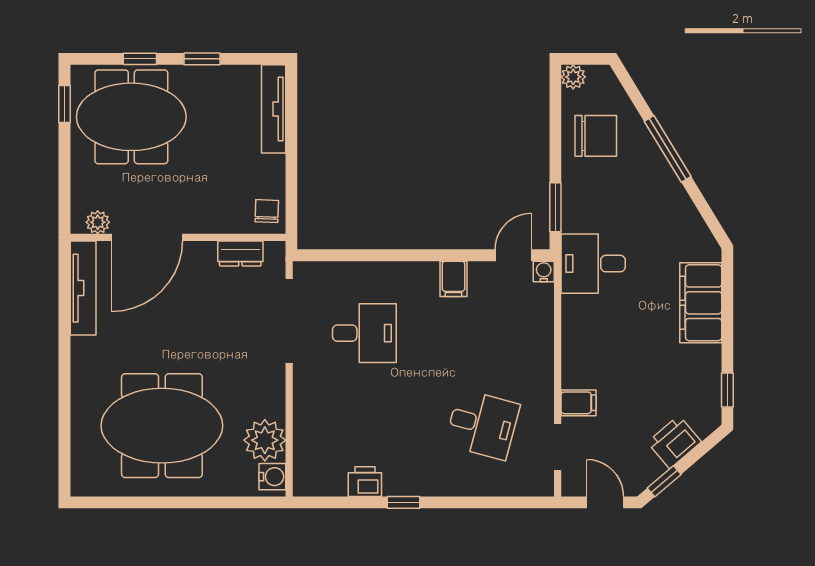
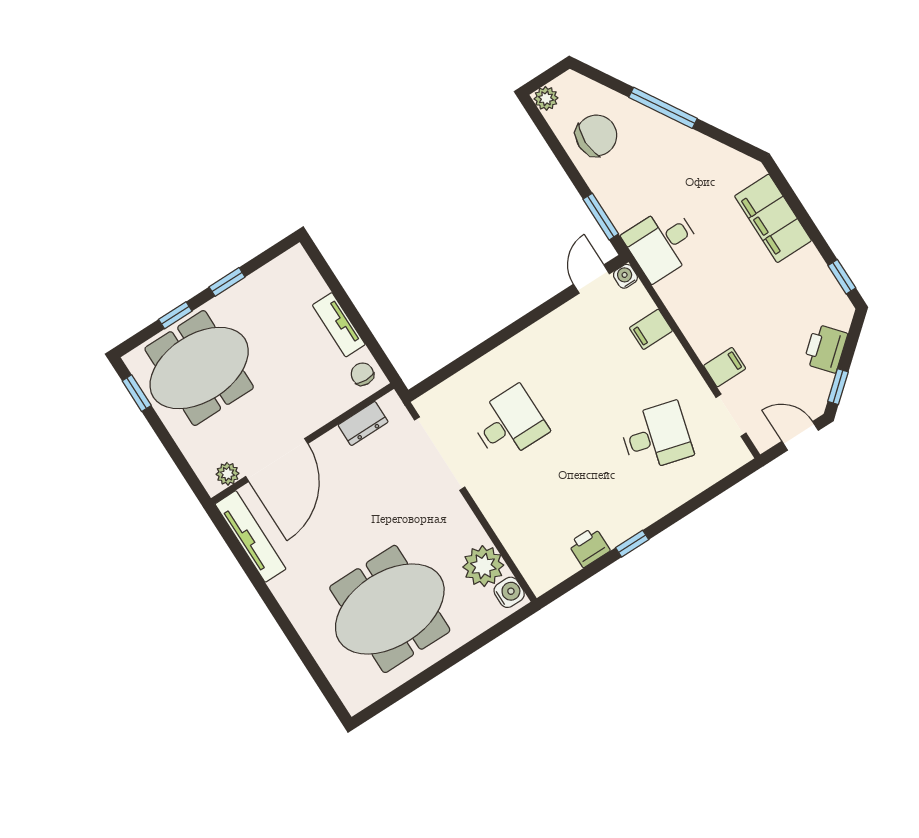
tv unit: (274, 109) -> (339, 325), moved, width x0.71
filing cabinet: (453, 279) -> (651, 329), moved, turned 90

